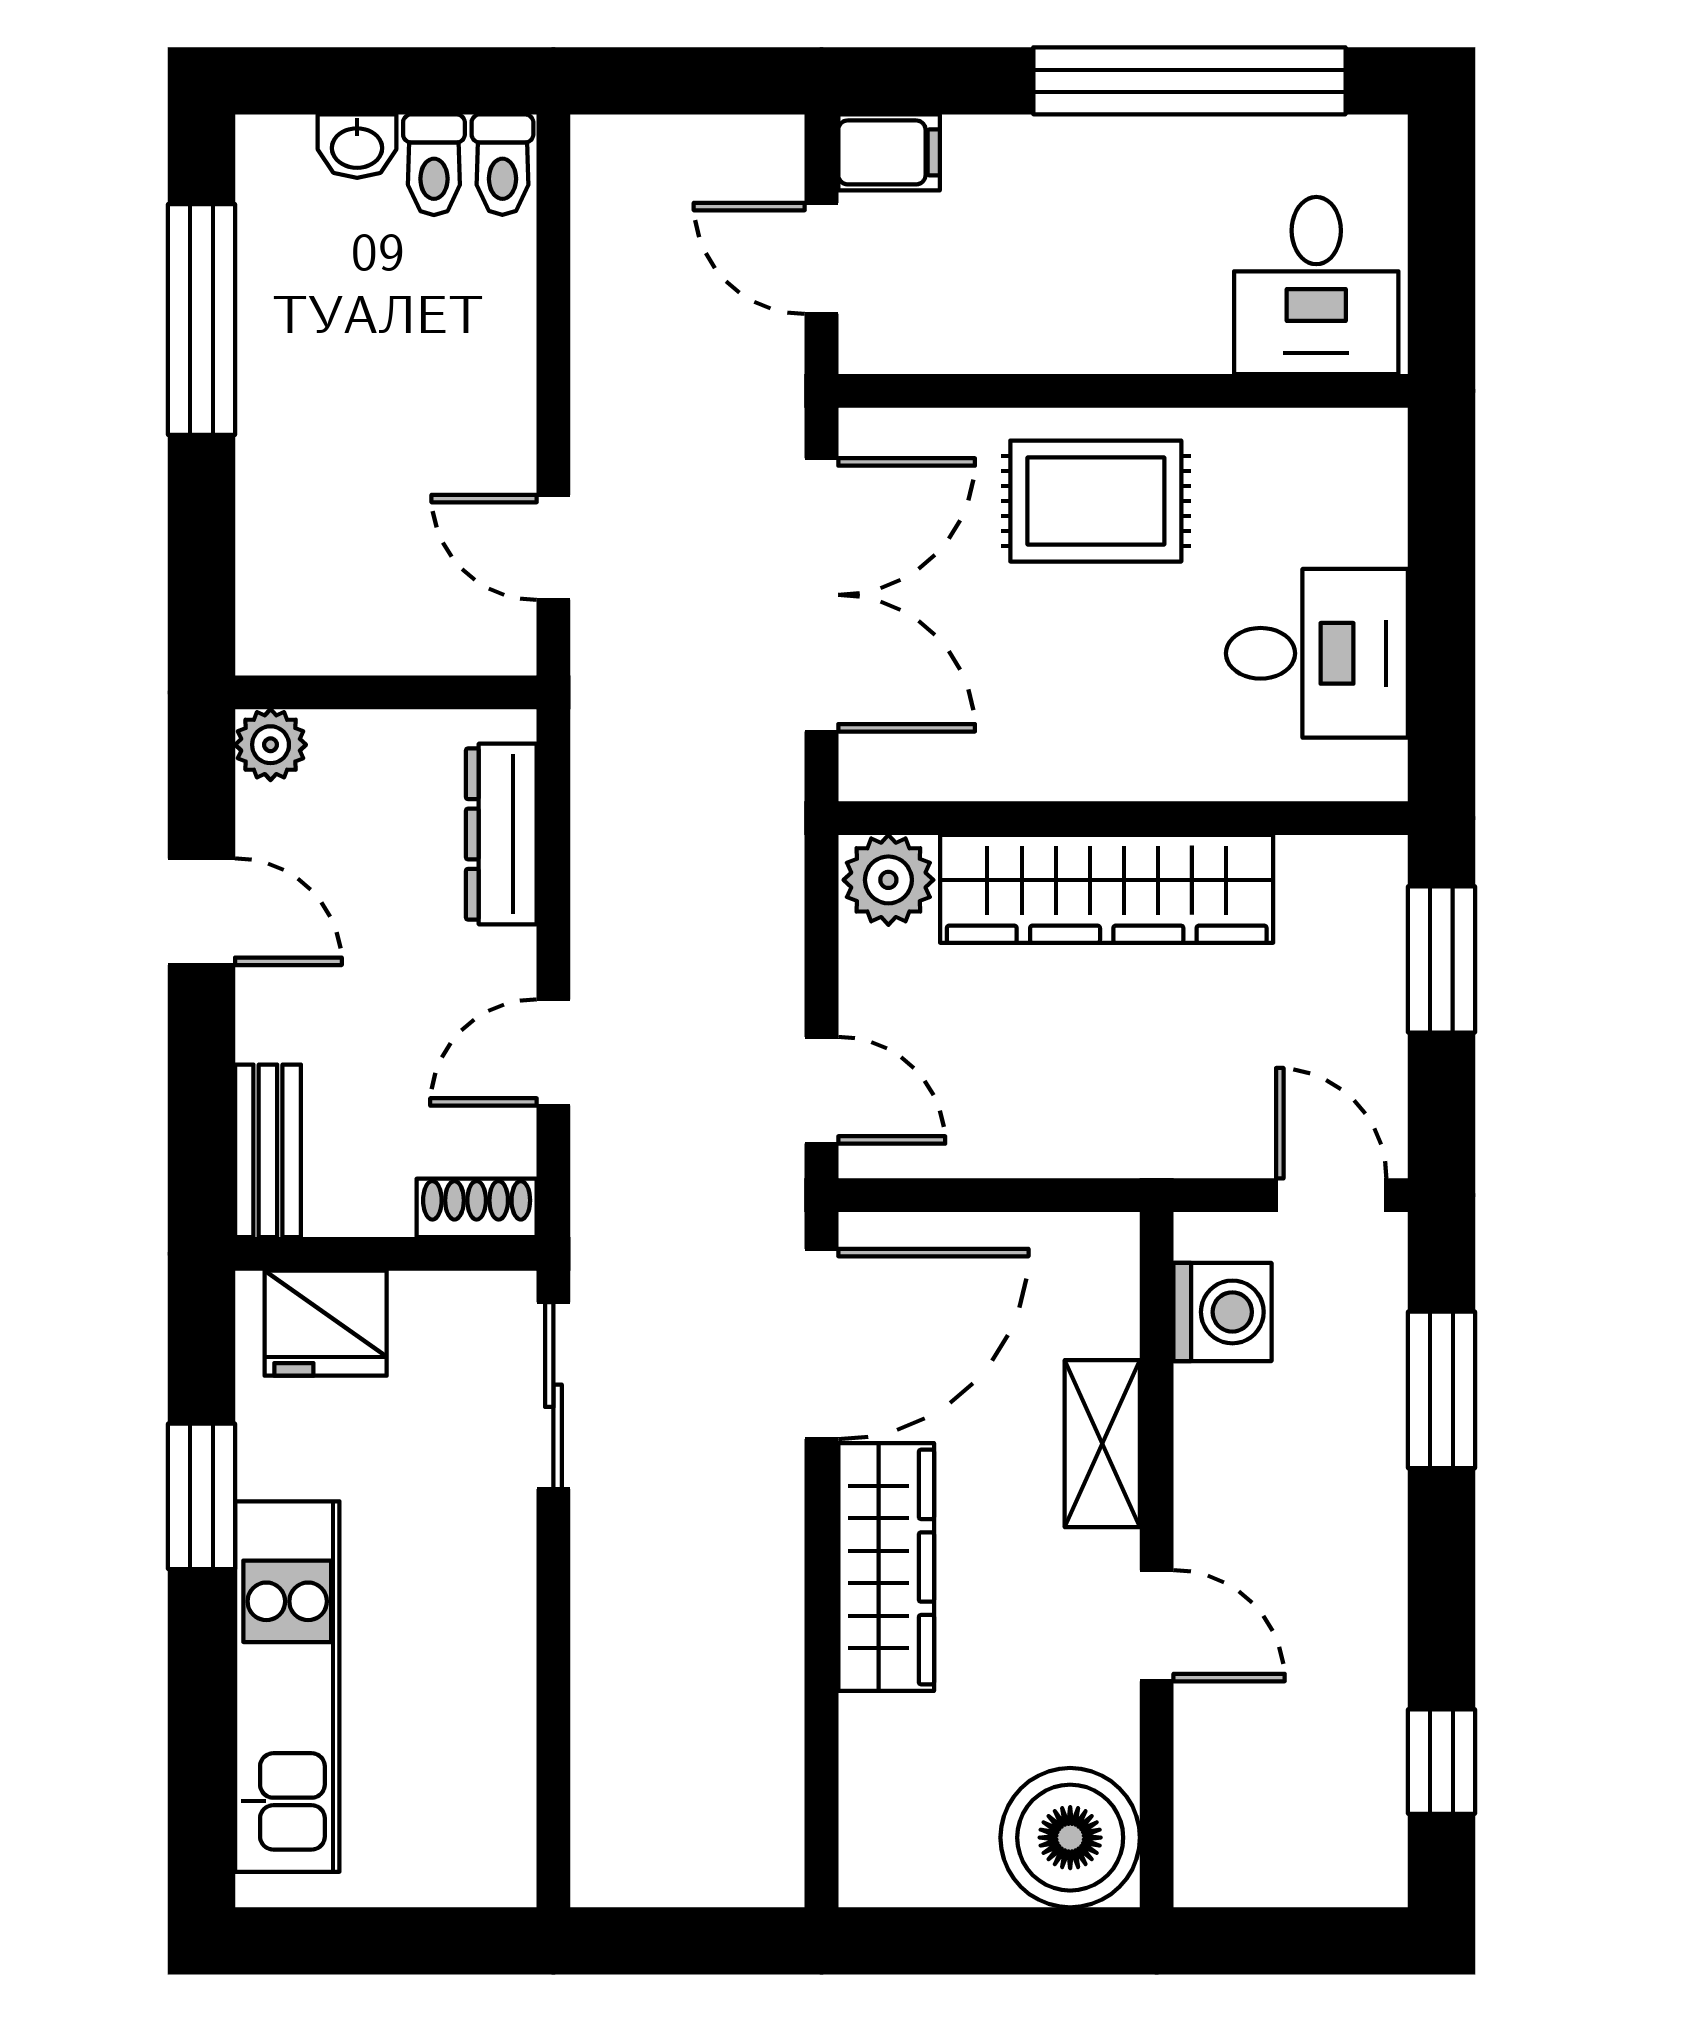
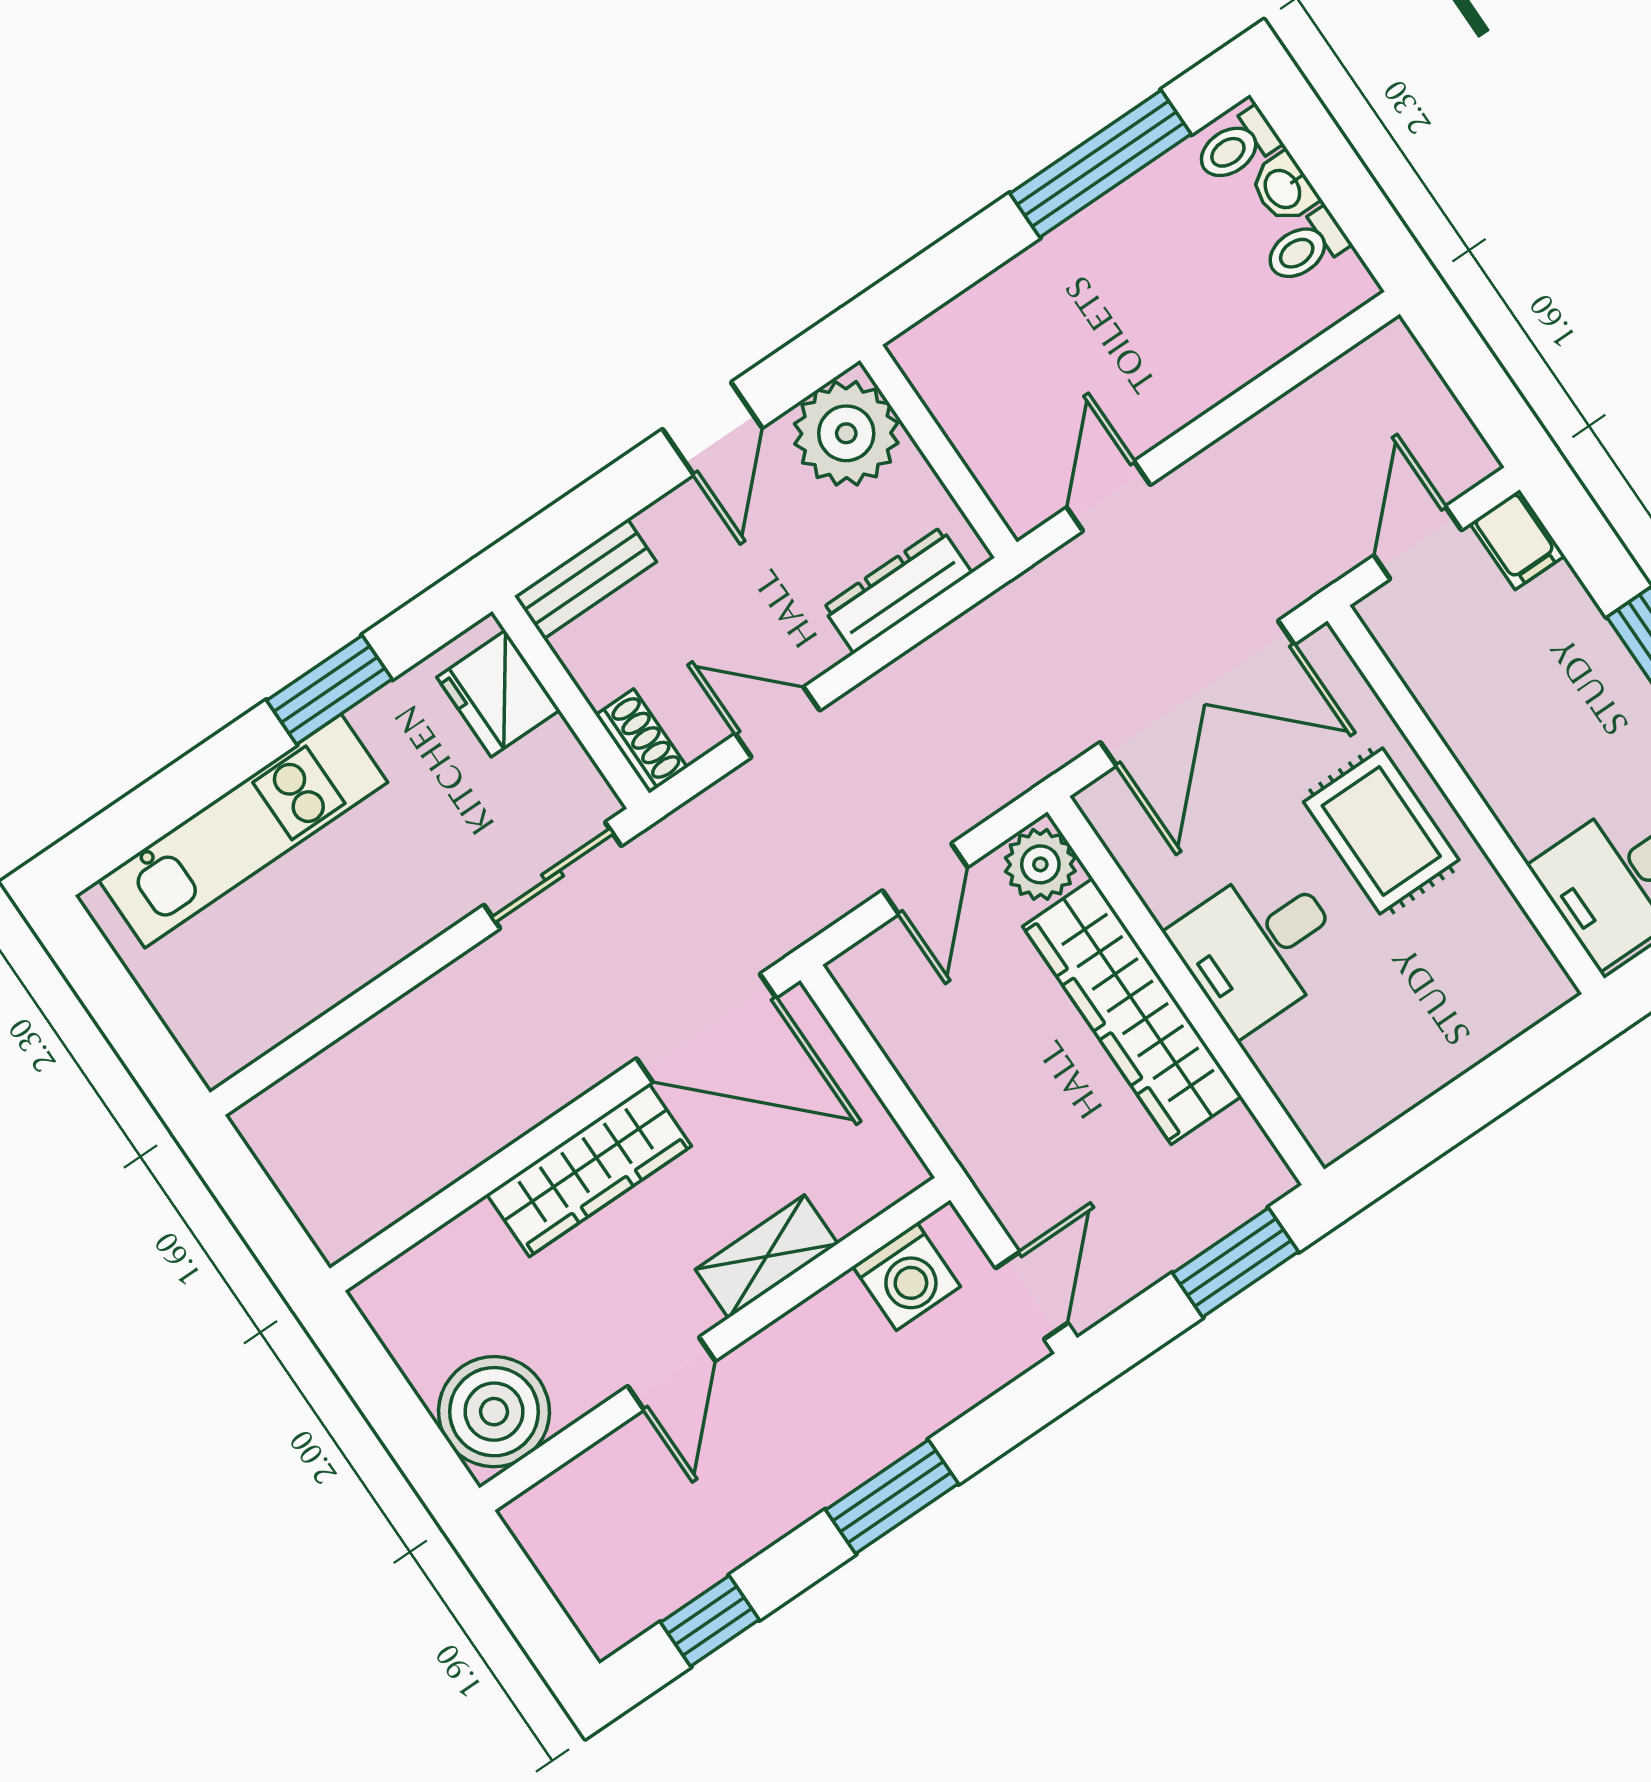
toilet: (502, 165) -> (1237, 146), moved
desk: (1317, 653) -> (1259, 946), moved, turned 90
plant: (271, 745) -> (846, 433), width x1.88, depth x1.88
door: (822, 1090) -> (925, 879), moved
window: (1442, 1390) -> (892, 1497), moved

